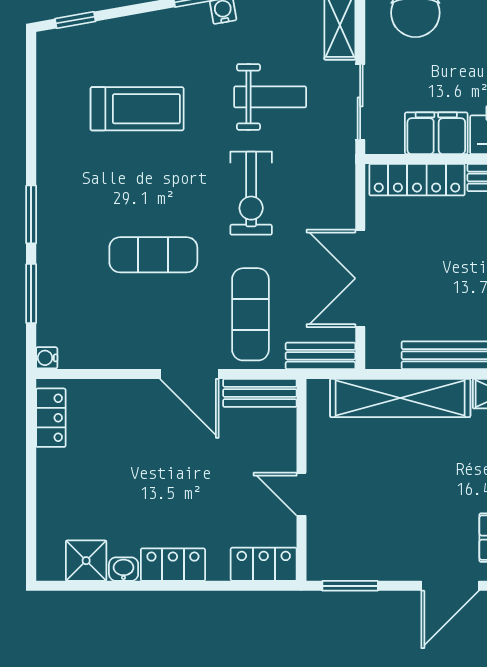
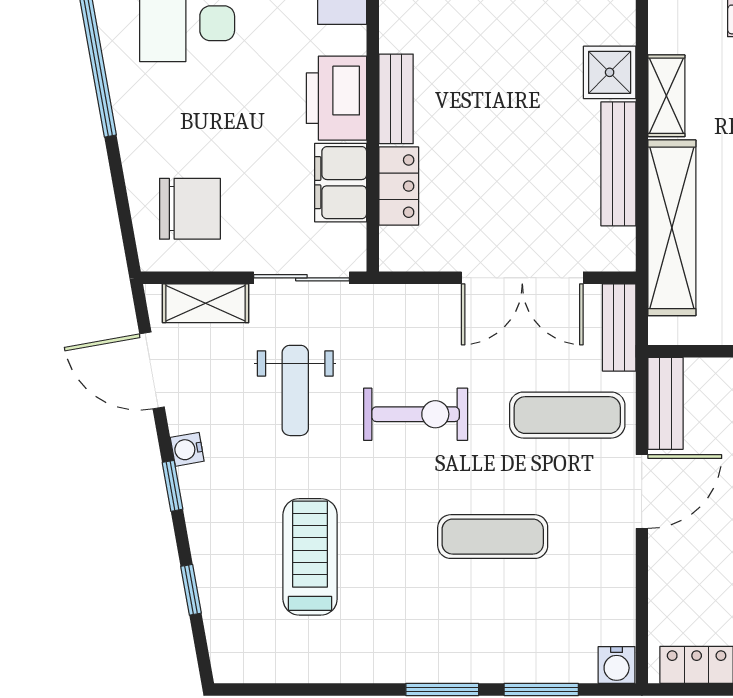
window: (75, 20) -> (191, 590), moved
weight bench: (270, 97) -> (295, 390), turned 180
locker: (417, 180) -> (399, 186), width x0.66
exercise mat: (153, 255) -> (493, 537), turned 90
water cooler: (47, 358) -> (617, 665), width x1.38, depth x1.38

